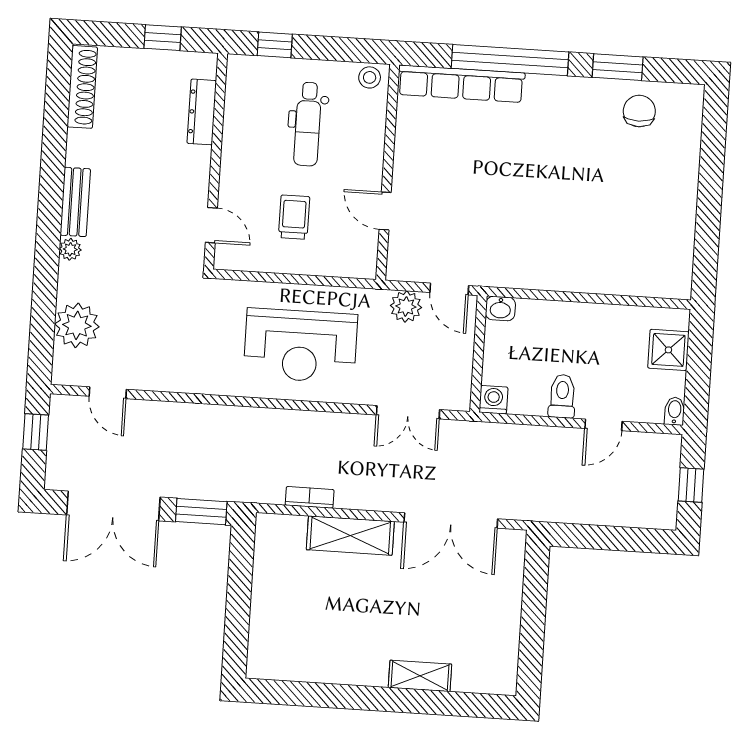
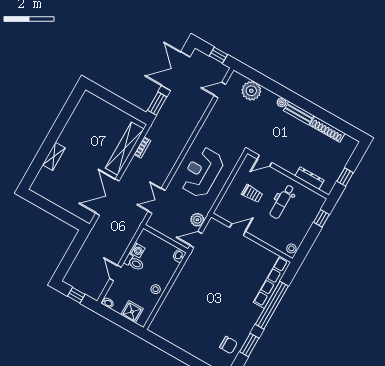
shoe rack: (82, 87) -> (327, 129), moved
dental chair: (308, 124) -> (282, 202), moved, turned -90
stool: (596, 323) -> (156, 289), added
washing machine: (493, 400) -> (137, 250), moved
shelving: (350, 536) -> (125, 149), width x1.47

